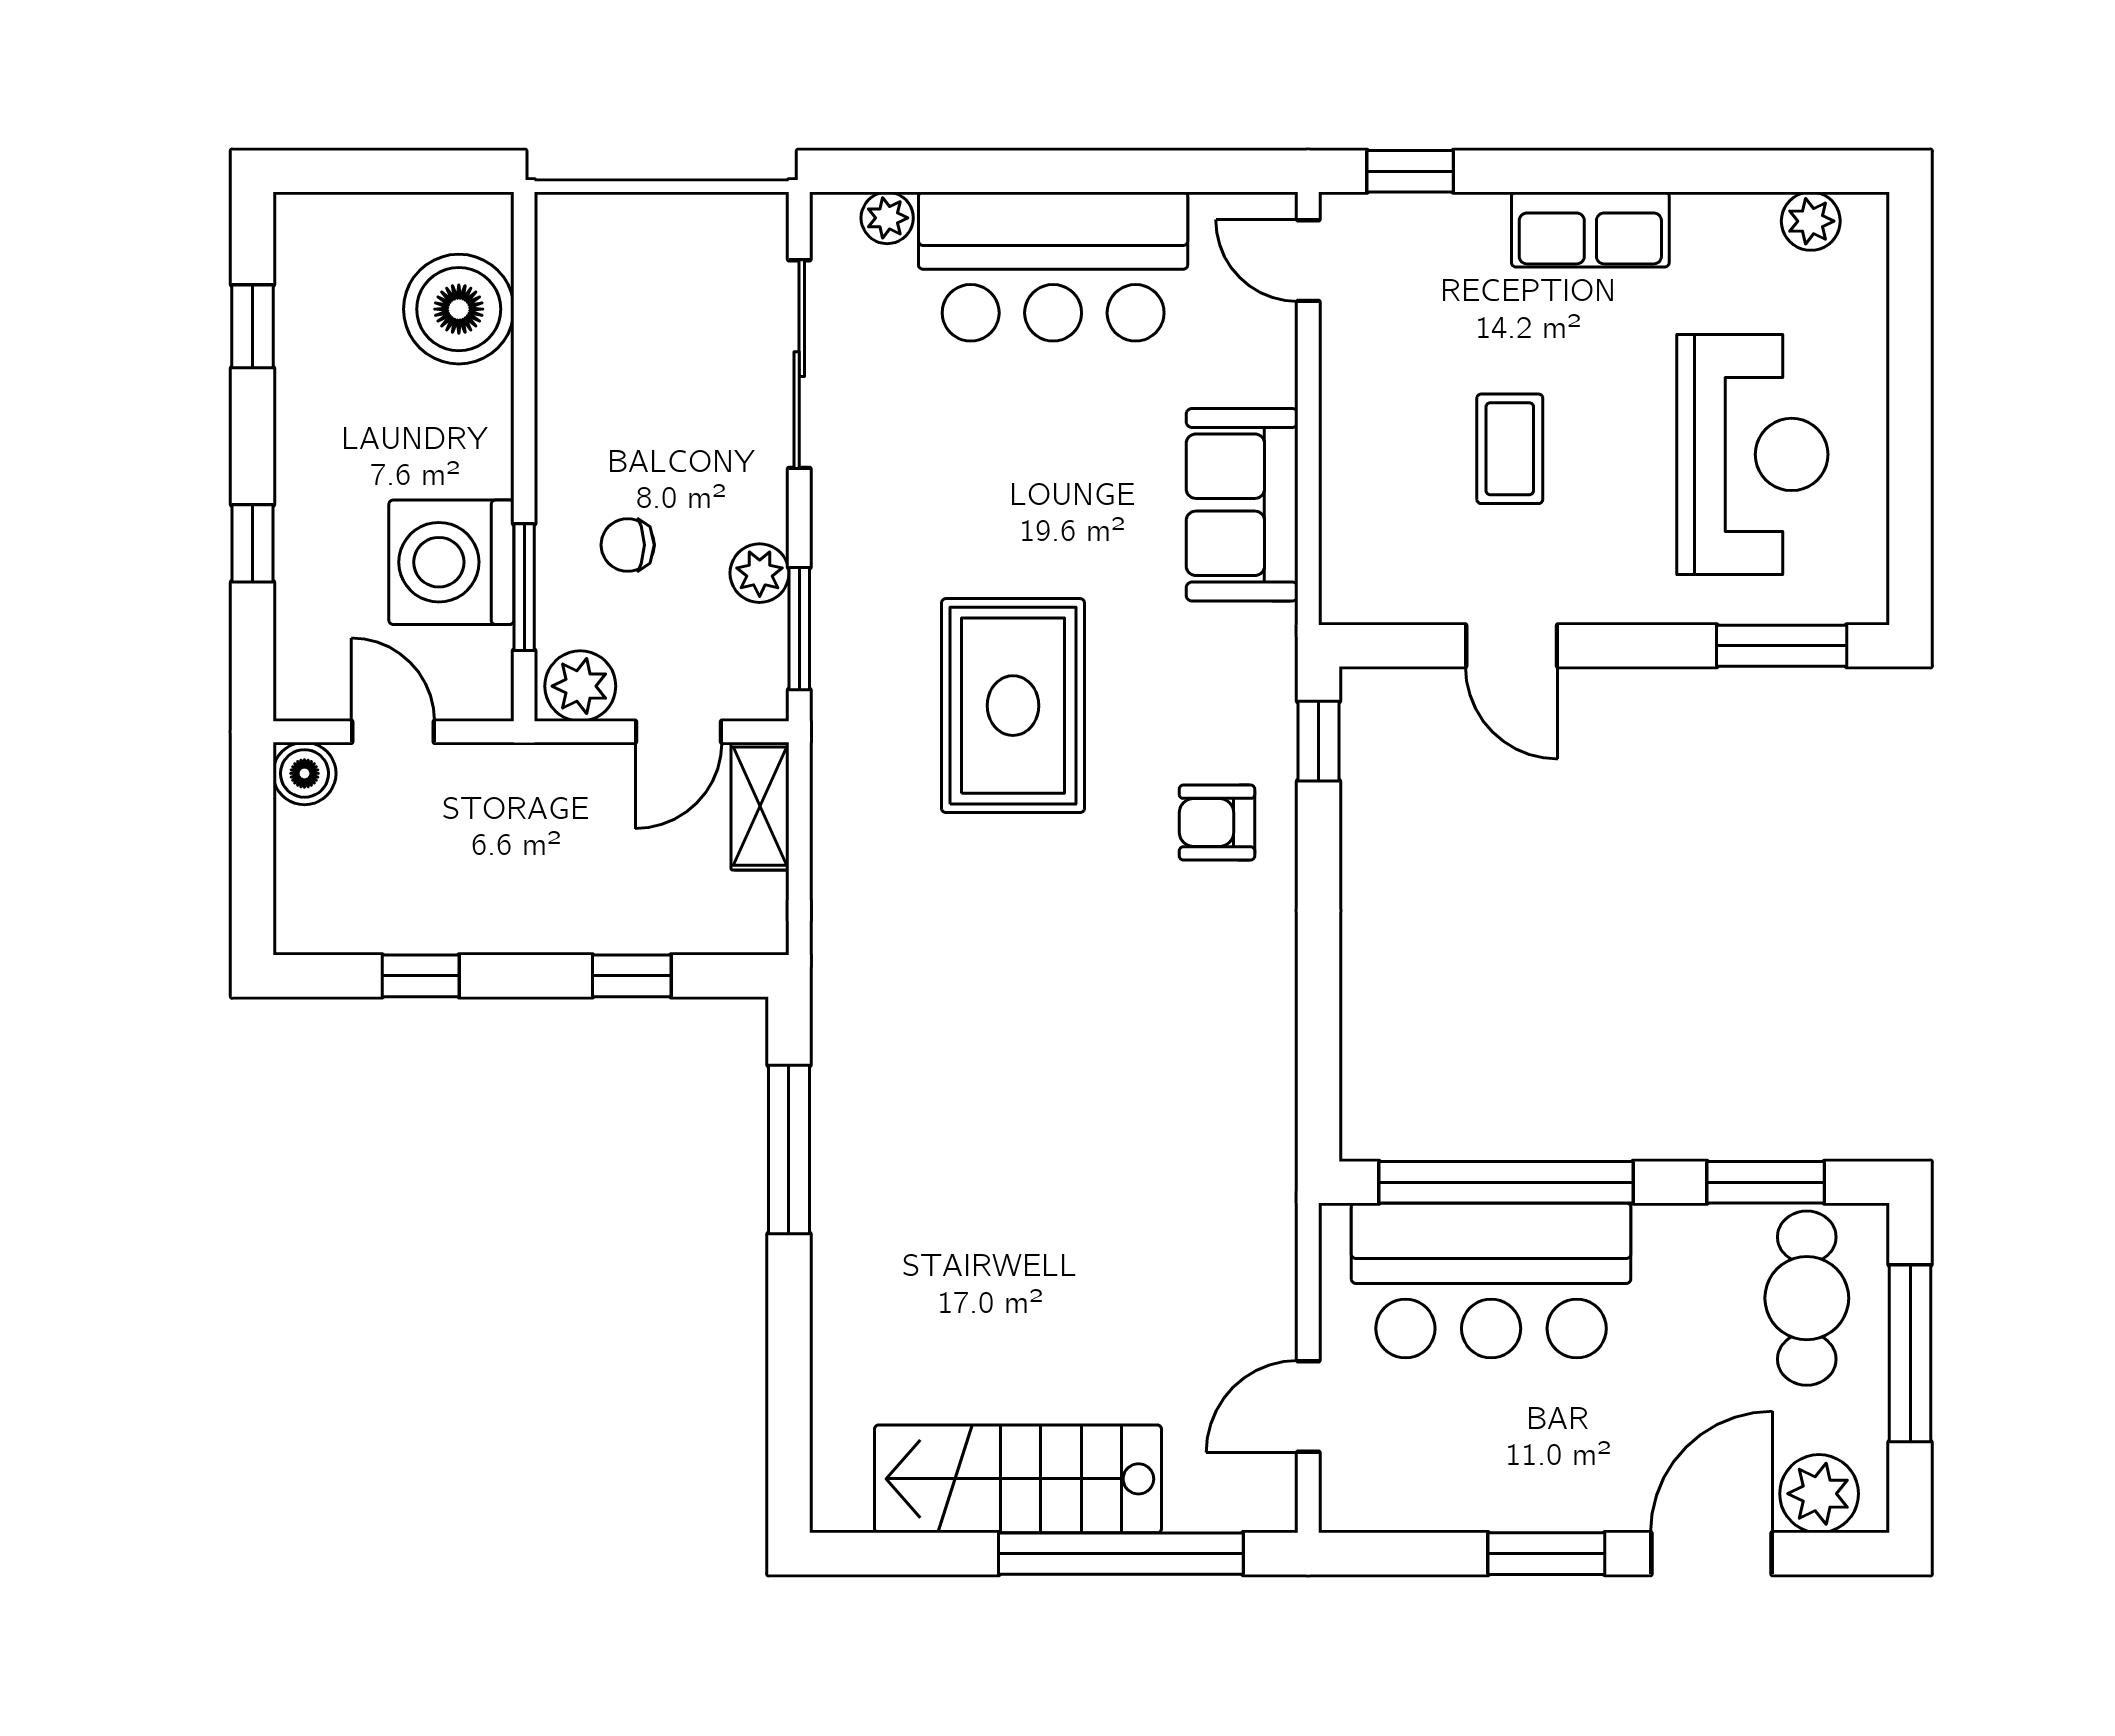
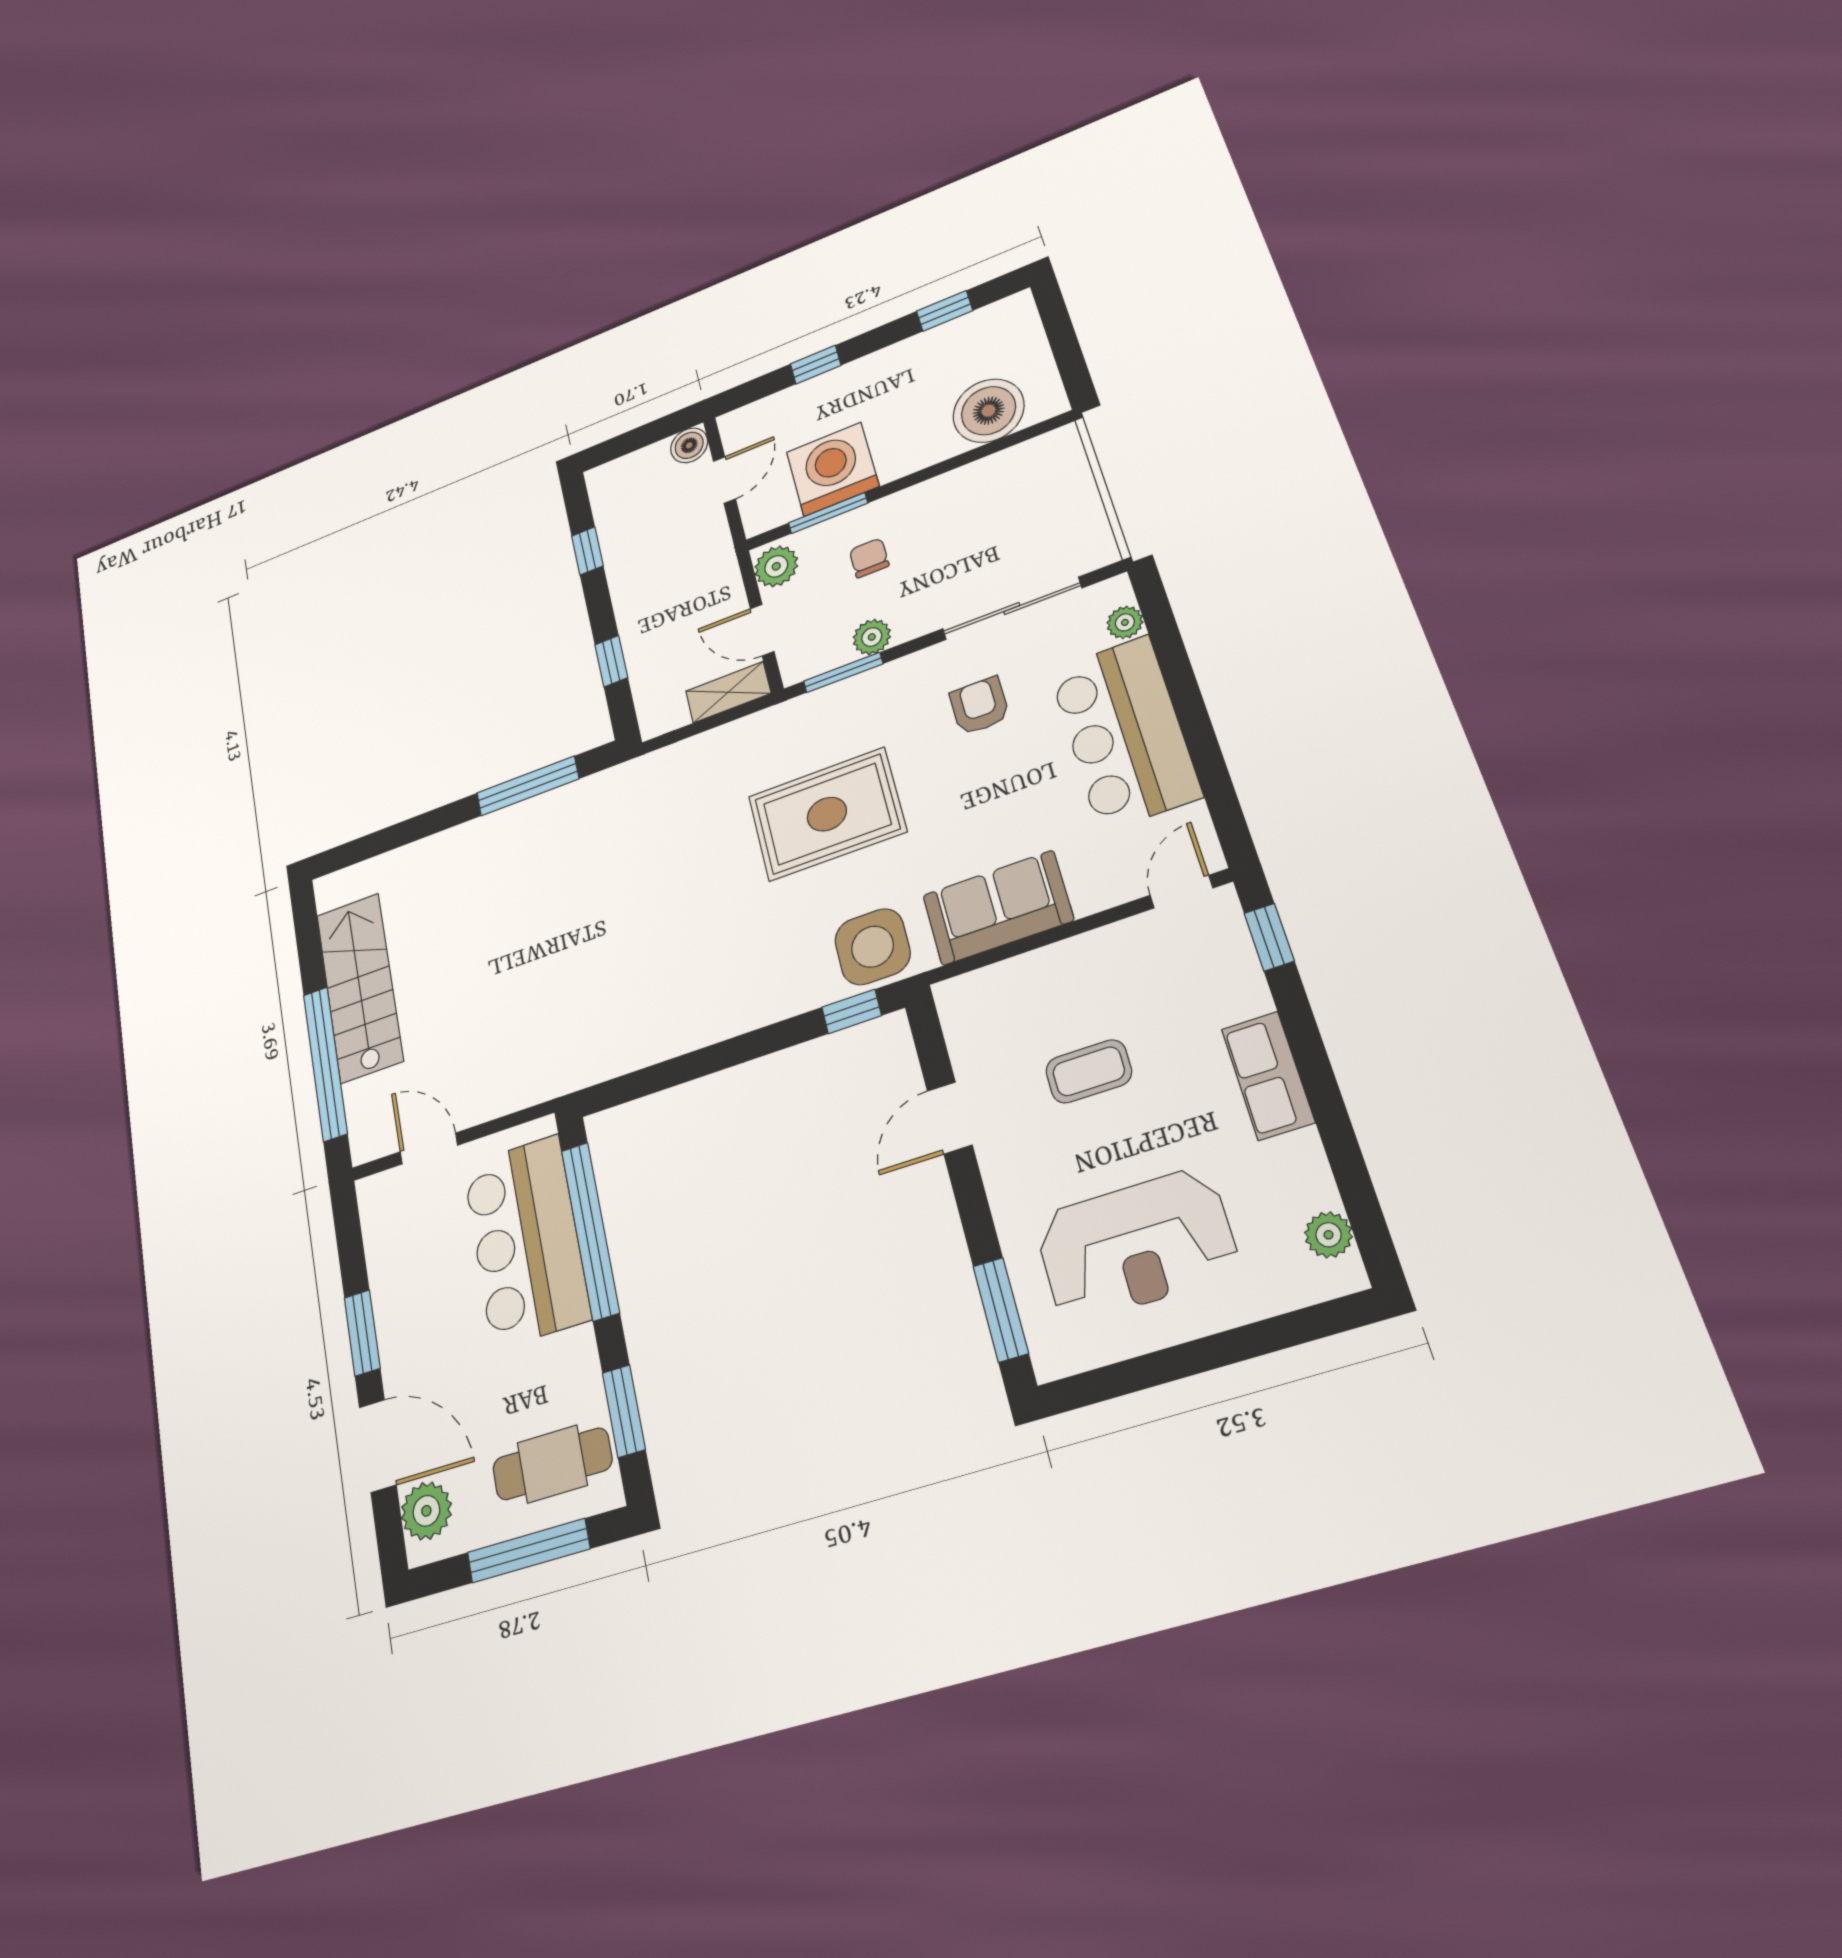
side table: (1236, 689) -> (872, 947), added
armchair: (1217, 823) -> (979, 706), moved

